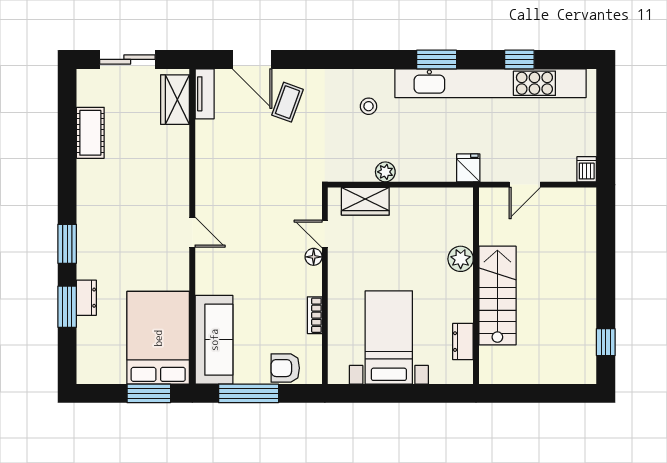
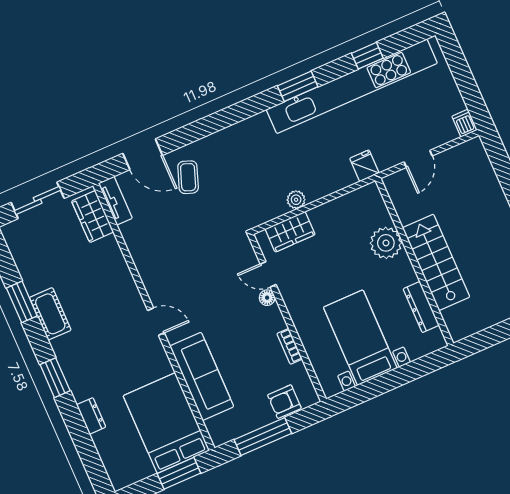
stool: (369, 106) -> (258, 151), removed
cot: (90, 133) -> (50, 314), moved
plant: (461, 259) -> (386, 243), width x1.36, depth x1.36
window: (67, 307) -> (22, 302), moved
sofa: (214, 340) -> (202, 376), moved
dresser: (463, 342) -> (421, 307), width x1.44

